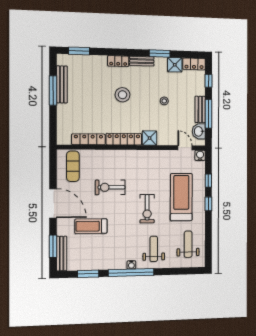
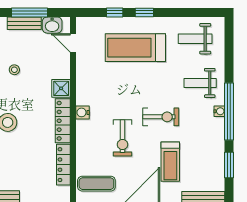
door: (185, 148) -> (73, 43), hinge flipped
water cooler: (200, 155) -> (83, 112), moved
exercise bike: (147, 209) -> (161, 117), moved

